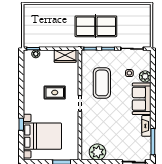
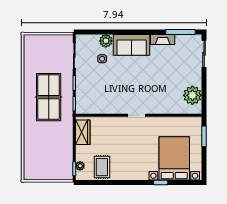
coffee table: (102, 83) -> (113, 90), removed
rug: (55, 93) -> (102, 167), moved

